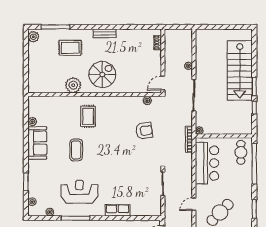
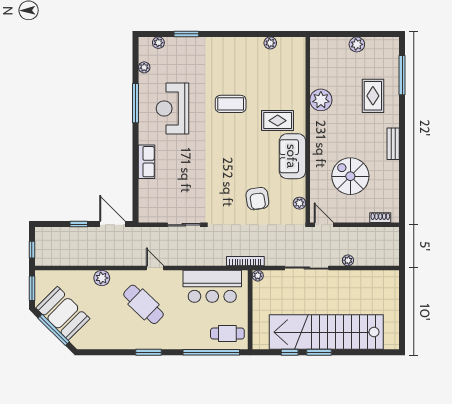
plant: (33, 37) -> (357, 44), moved
stairs: (240, 70) -> (326, 332), width x1.36
spiral stairs: (102, 75) -> (350, 176), moved, turned 180
sofa: (37, 143) -> (292, 156), moved, turned 90
reception desk: (79, 192) -> (173, 109), turned 180

